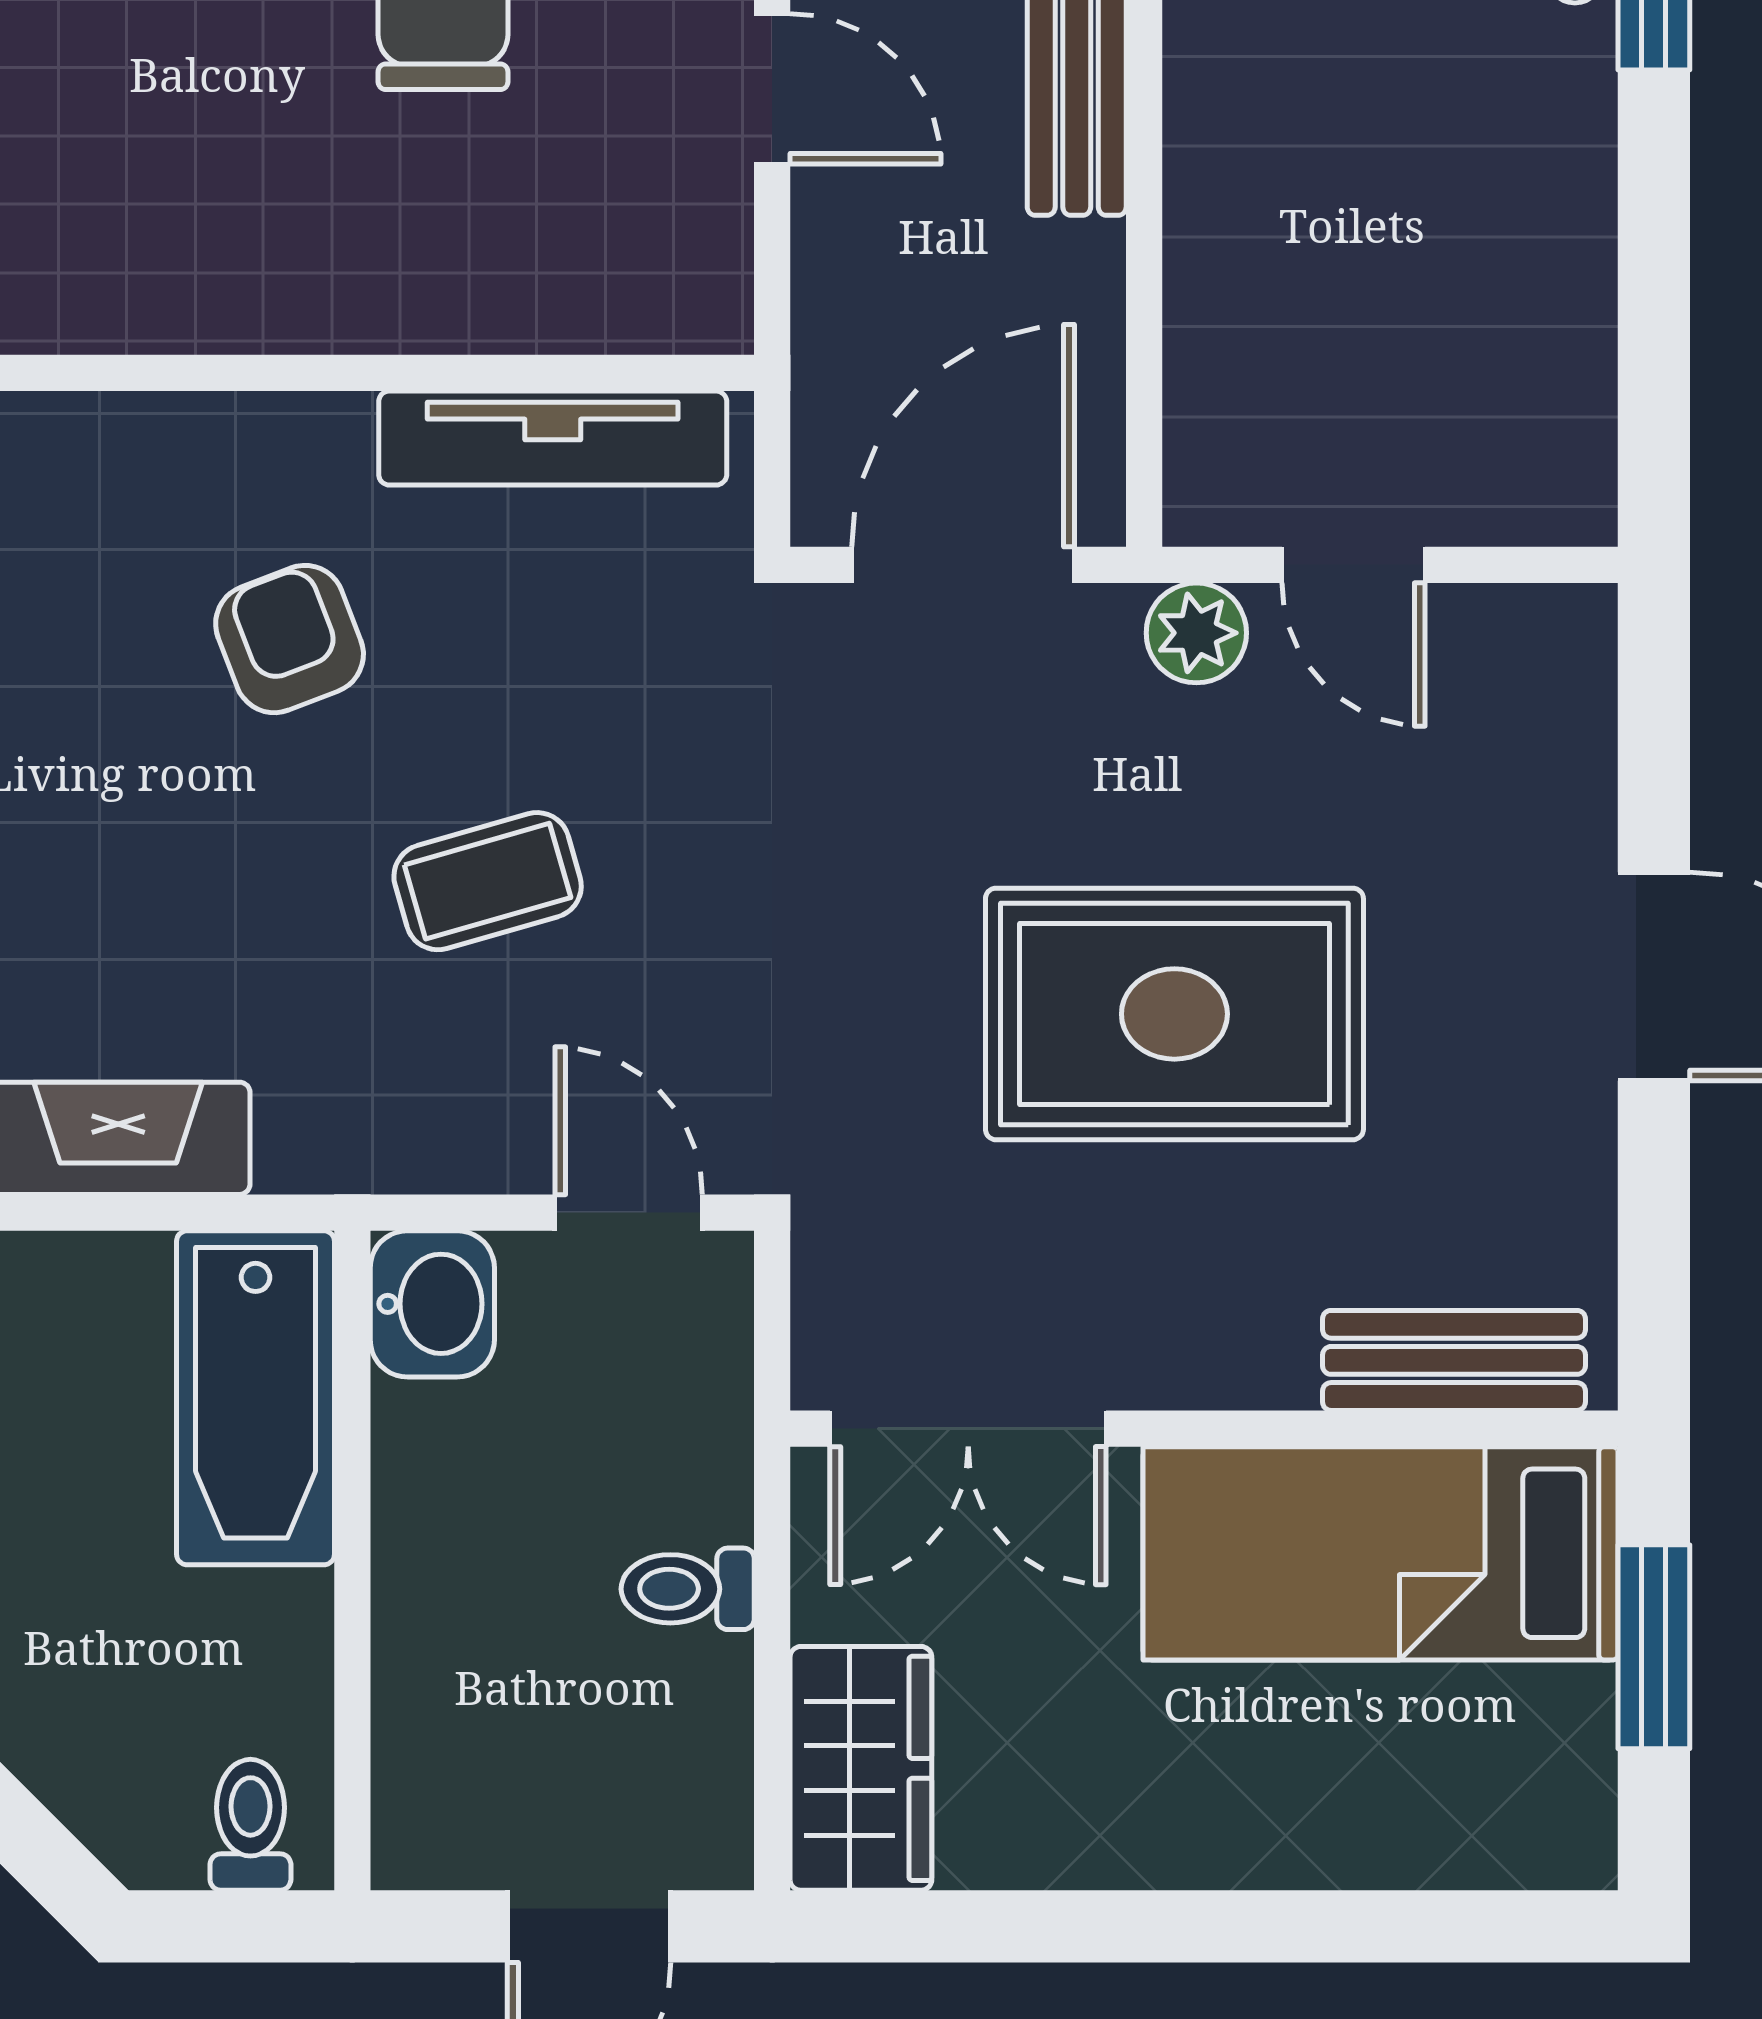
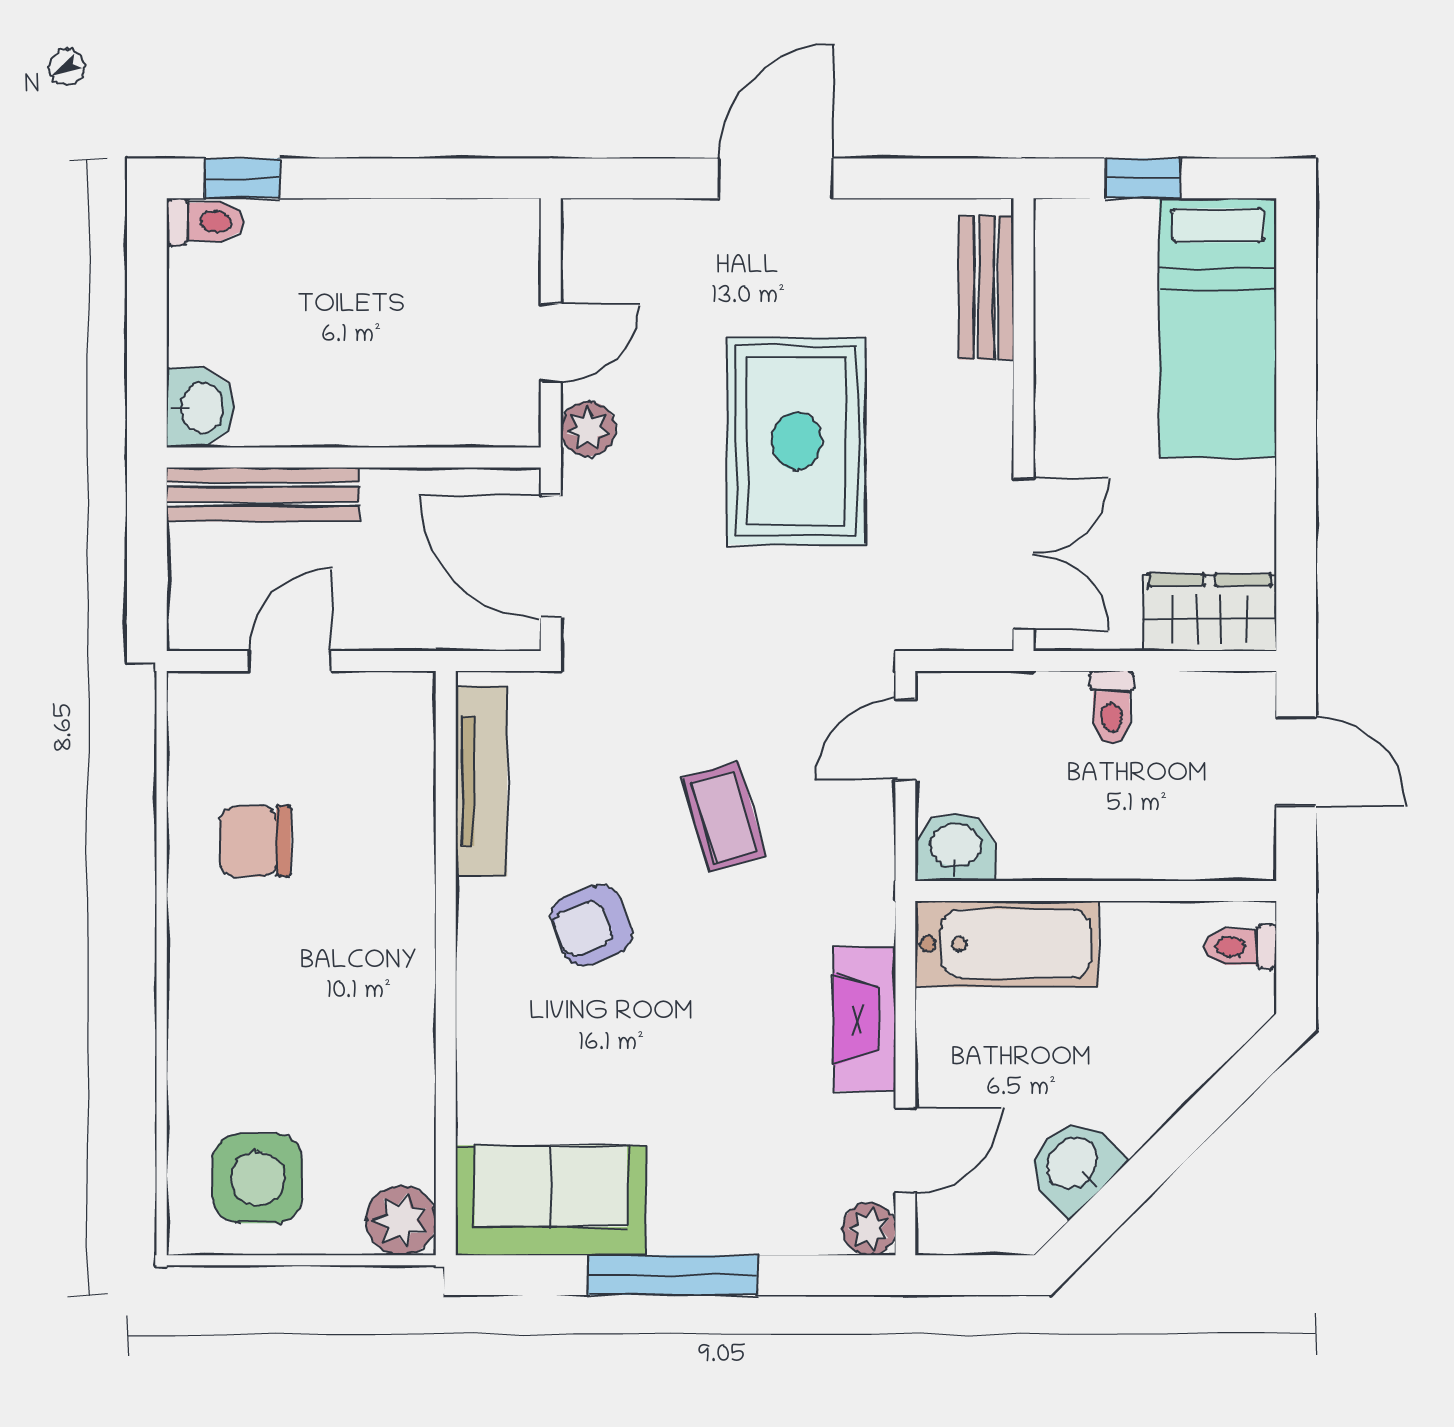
bed: (1380, 1553) -> (1218, 328), moved
window: (1654, 1647) -> (1143, 178), width x0.67

